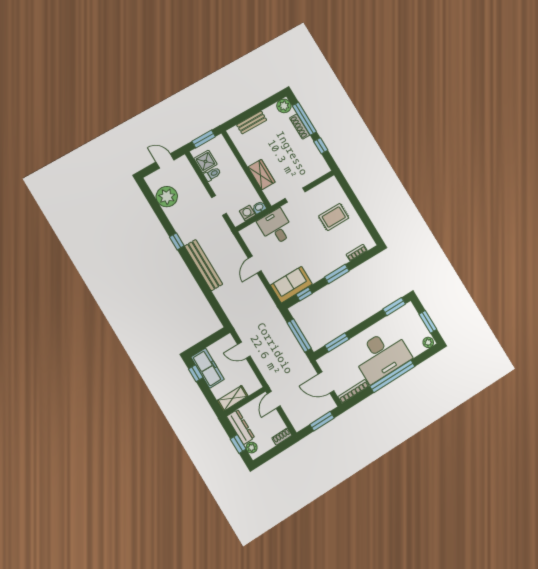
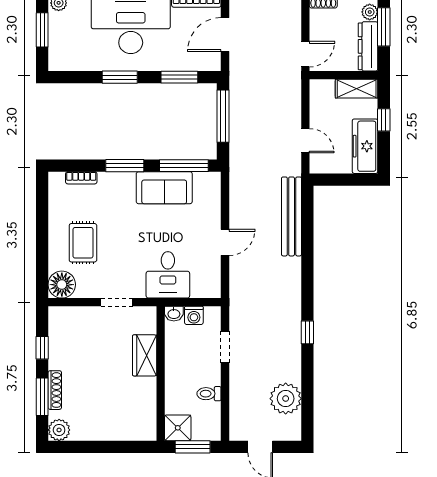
window: (304, 119) -> (42, 397), width x0.69
bench: (252, 122) -> (116, 432), removed
shower: (205, 161) -> (178, 428), moved
floor lamp: (331, 187) -> (62, 285), added
rug: (334, 217) -> (83, 243), turned 90
bench: (204, 265) -> (292, 216), moved
sofa: (291, 285) -> (164, 188), moved
window: (304, 294) -> (184, 166), width x2.17
window: (394, 307) -> (120, 77), moved
window: (196, 373) -> (384, 120), moved
door: (326, 382) -> (225, 35), swing flipped
window: (238, 444) -> (384, 27), width x1.50

